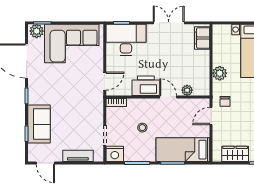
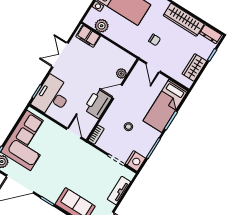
plant: (220, 73) -> (102, 26), moved
chair: (225, 101) -> (155, 40), moved

